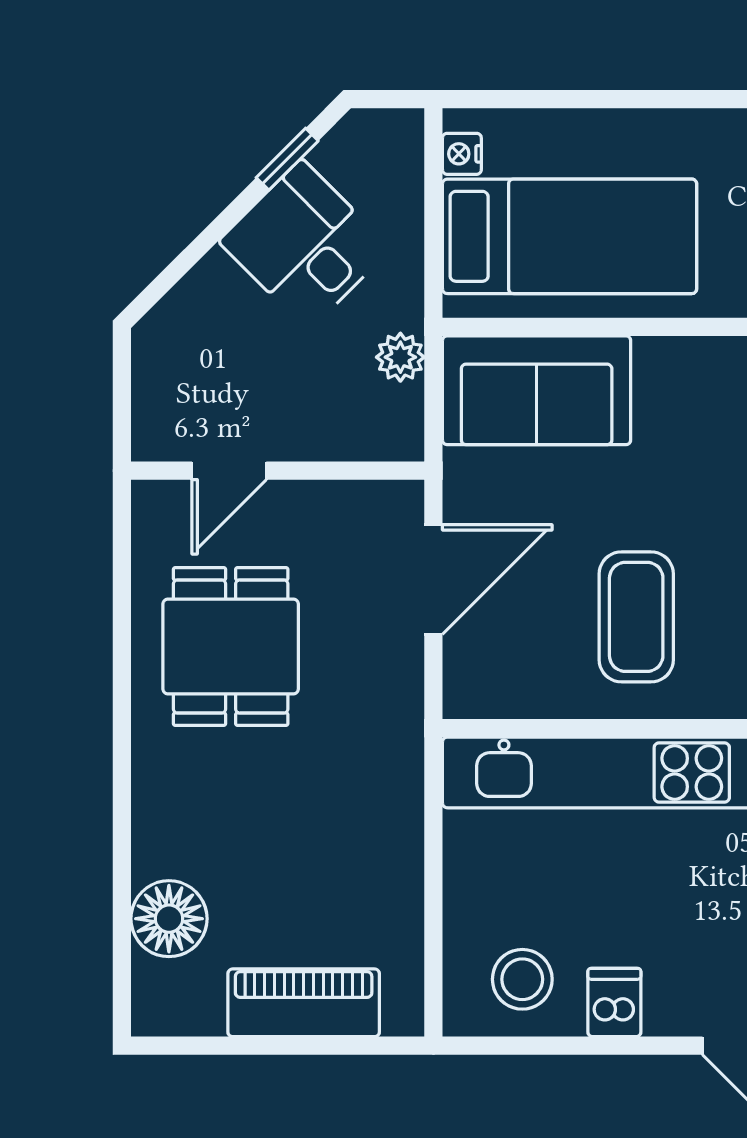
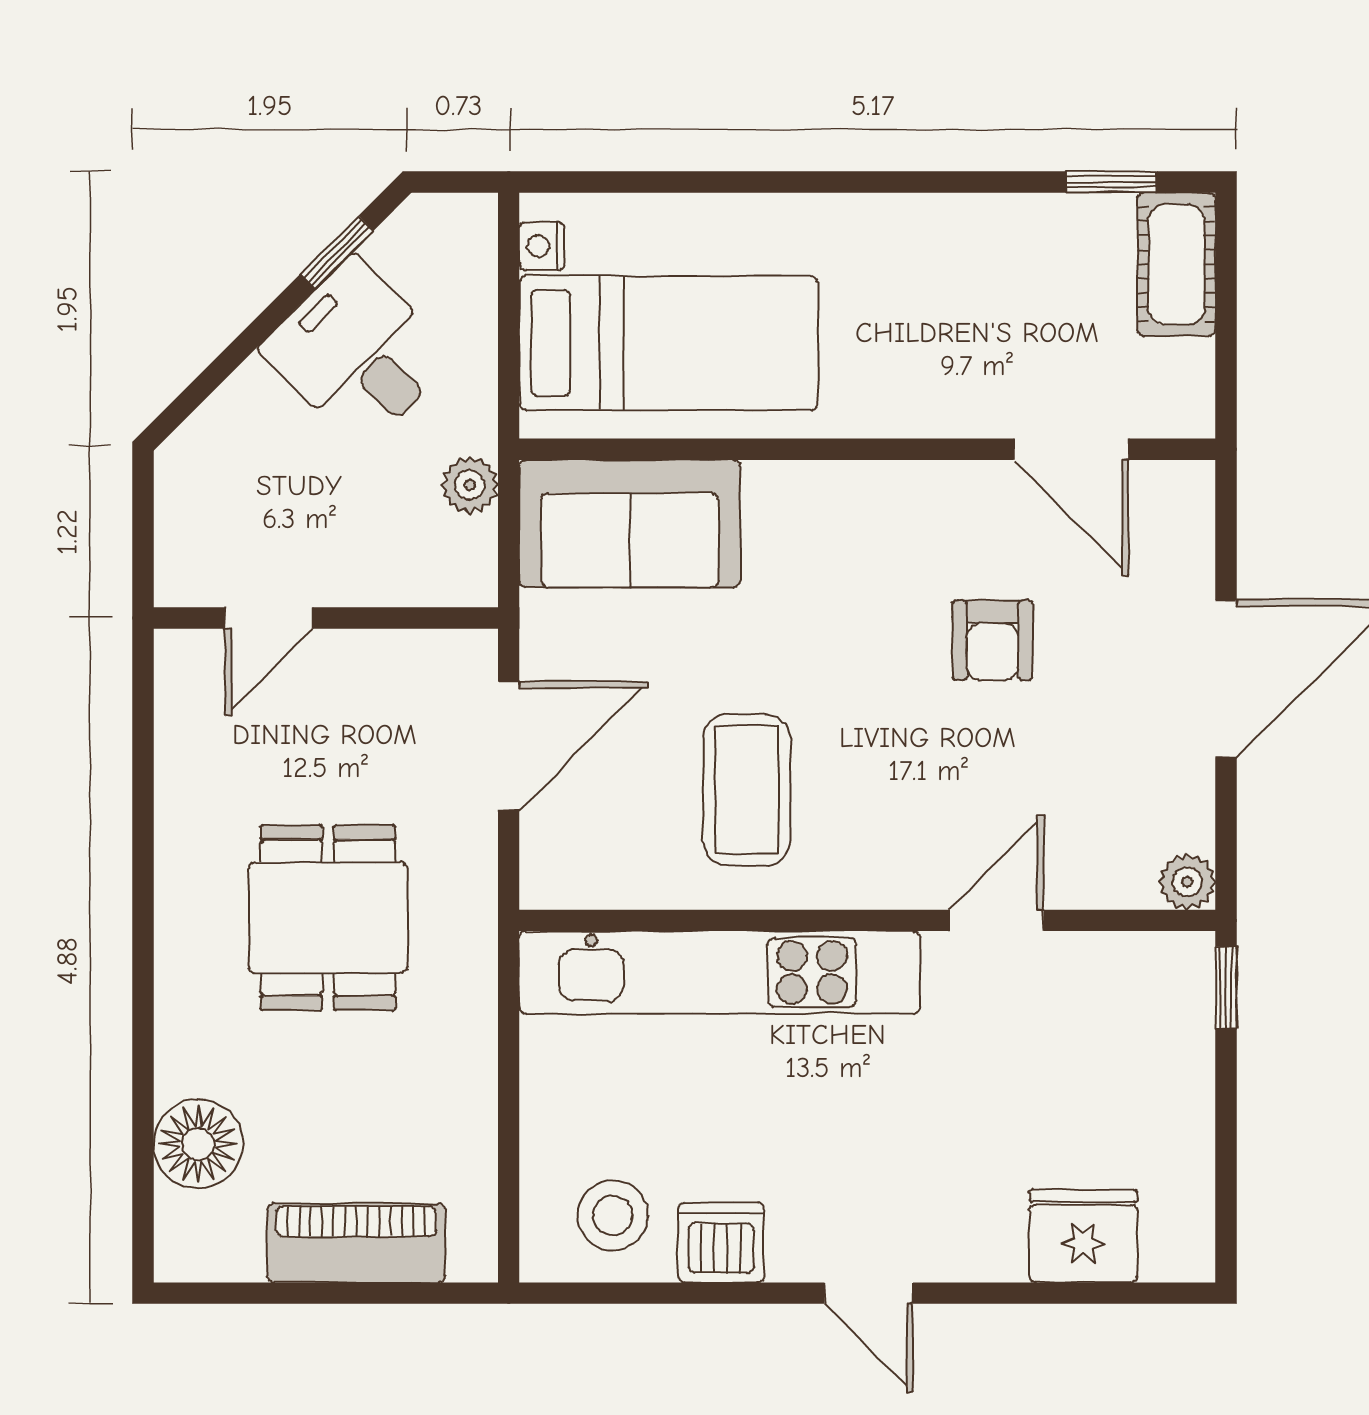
dining table: (231, 646) -> (328, 918), moved
dishwasher: (614, 1003) -> (721, 1242), width x1.38

